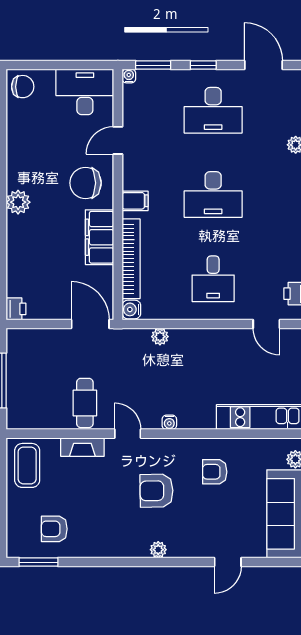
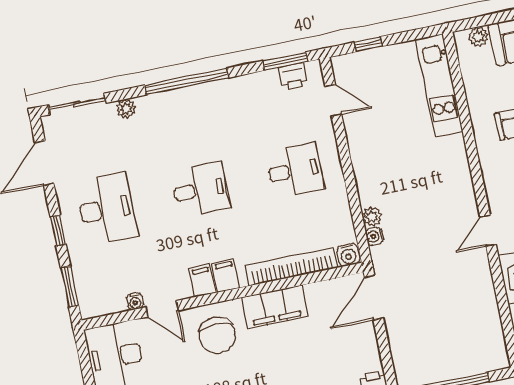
water cooler: (129, 76) -> (135, 302), moved, turned -90
filing cabinet: (135, 180) -> (202, 281), added
desk: (213, 194) -> (201, 190), width x0.73
door: (266, 324) -> (333, 100), hinge flipped
cafe table: (85, 403) -> (464, 285), removed
water cooler: (169, 422) -> (374, 236), moved, turned 180

